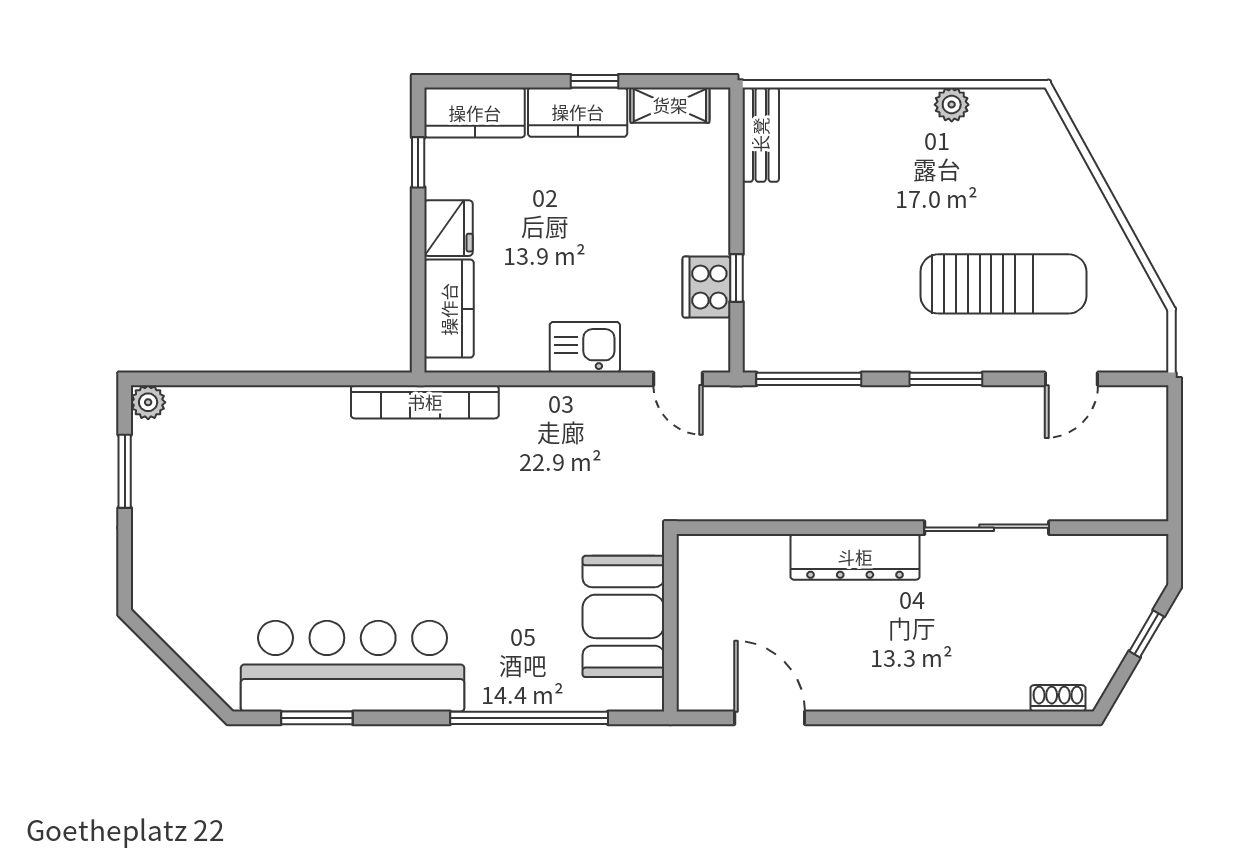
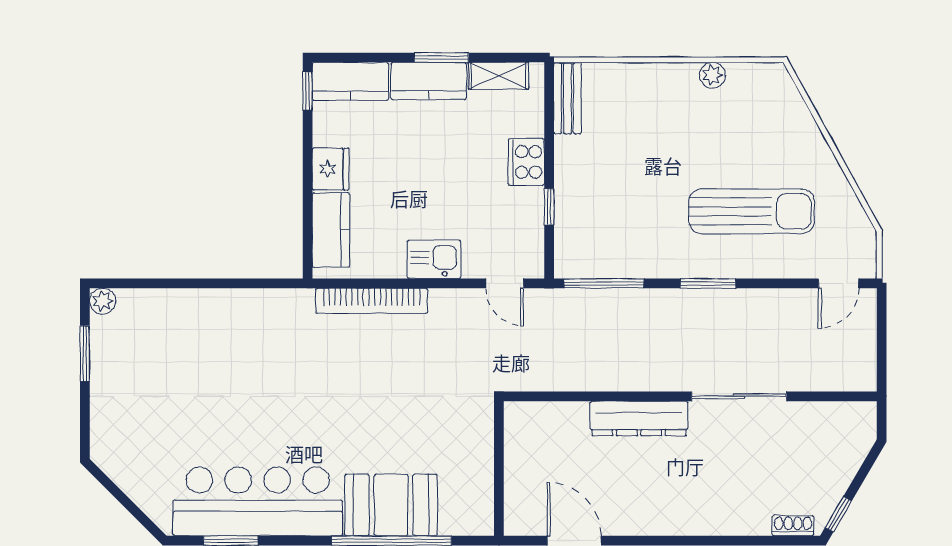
window: (595, 81) -> (441, 58), width x1.50
window: (418, 162) -> (308, 91), moved
cooker: (707, 287) -> (526, 162), moved
door: (1071, 379) -> (838, 283), moved
bookcase: (425, 402) -> (372, 301), moved
booth: (623, 616) -> (391, 505), moved, turned 90
window: (1147, 634) -> (838, 514), moved

